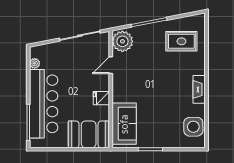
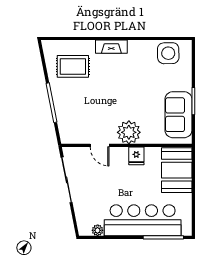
plant: (122, 41) -> (129, 132), moved
rug: (181, 41) -> (73, 66), turned 90
fireplace: (199, 89) -> (111, 47), moved
sofa: (124, 124) -> (178, 115), moved, turned -90

